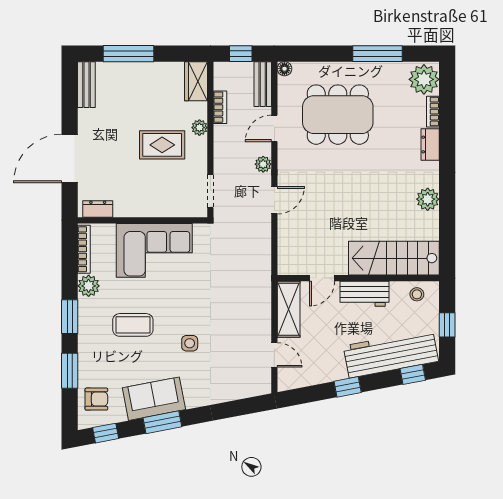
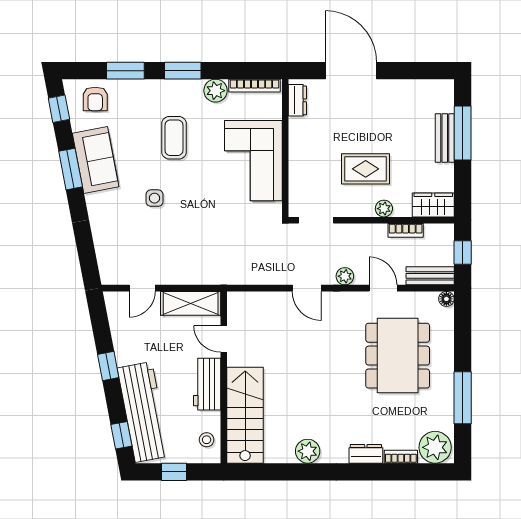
bench: (86, 85) -> (445, 138), moved, turned 90
rug: (162, 145) -> (366, 169), turned 90

